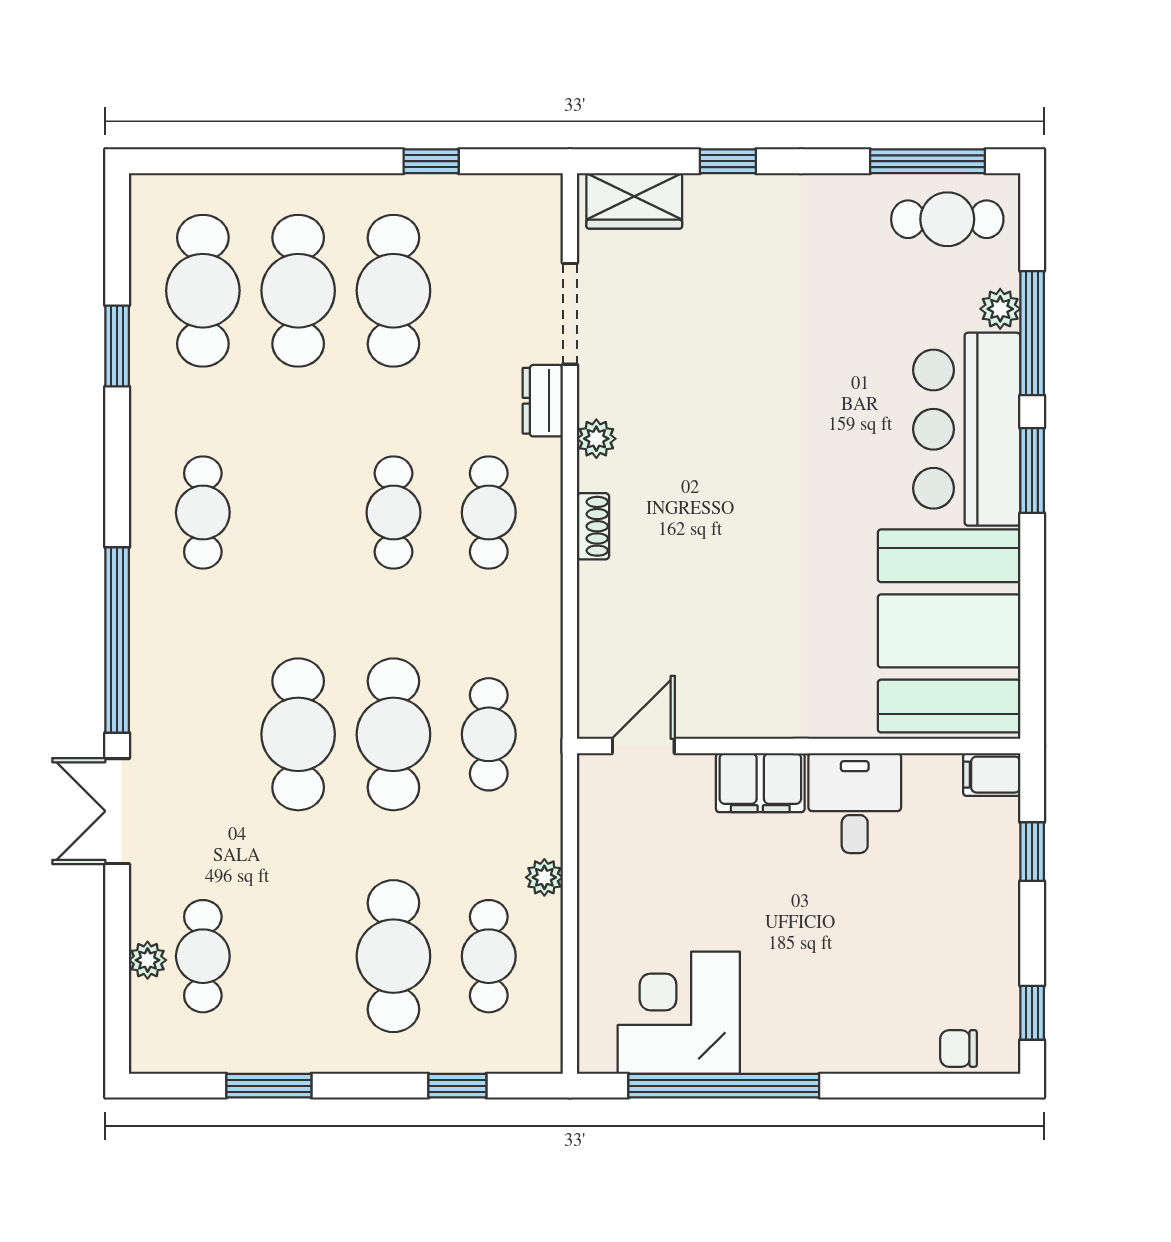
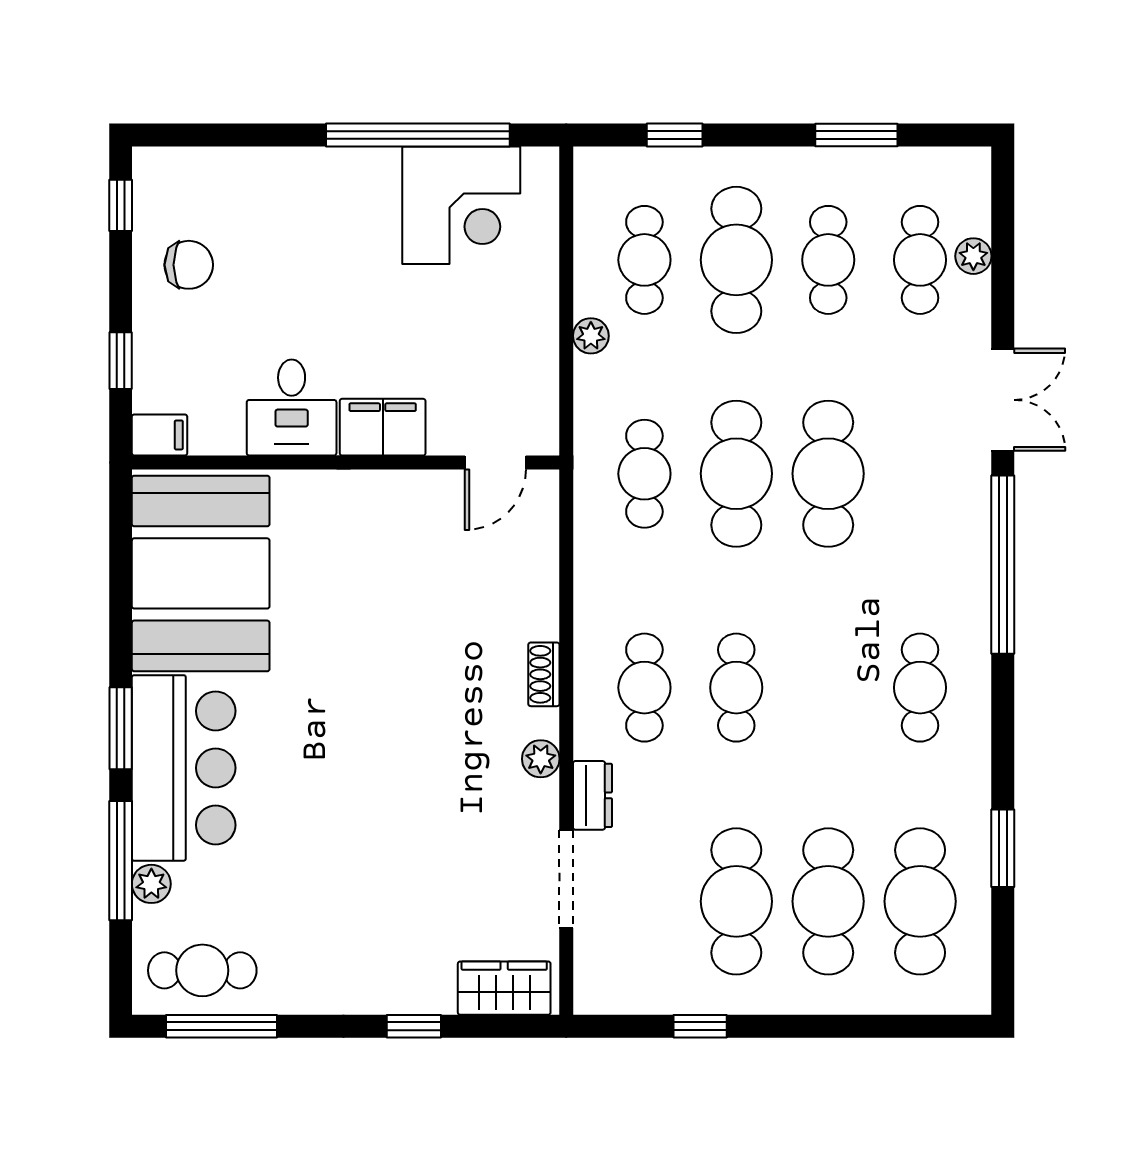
cafe table: (298, 956) -> (828, 260), added
chair: (958, 1048) -> (189, 265), moved, width x1.37, depth x1.37

